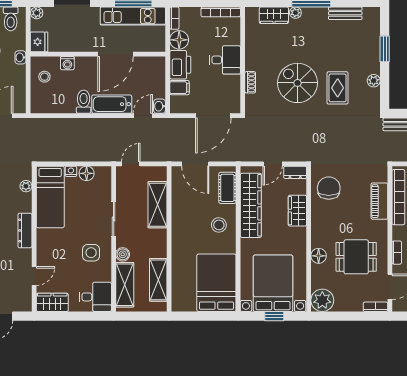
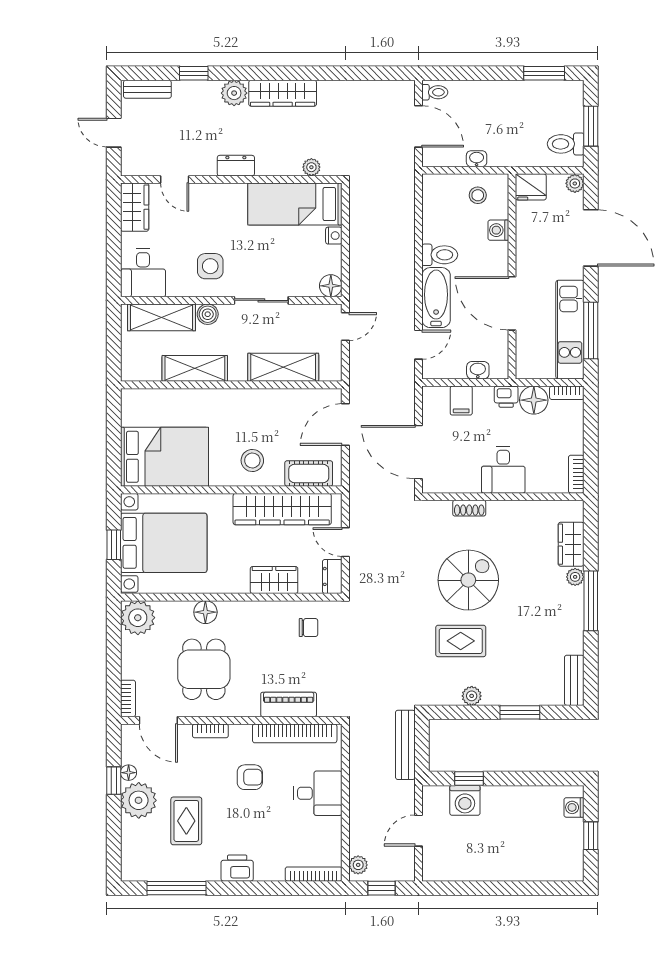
bookcase: (221, 12) -> (576, 474), width x0.64
bench: (345, 13) -> (574, 680), moved
washbasin: (20, 57) -> (477, 159), moved
printer: (180, 65) -> (506, 397), width x0.53, depth x0.68
washbasin: (159, 106) -> (478, 370), moved
door: (143, 116) -> (418, 345), hinge flipped
door: (131, 164) -> (345, 327), hinge flipped
floor lamp: (87, 173) -> (331, 286), moved
chair: (329, 188) -> (308, 628), width x0.54, depth x0.54
dresser: (25, 230) -> (236, 166), width x0.70
shelving: (158, 280) -> (195, 368), moved

